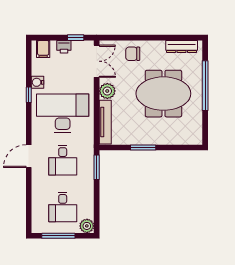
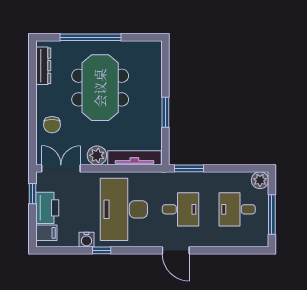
printer: (64, 47) -> (47, 208), width x1.87, depth x1.48
desk: (63, 207) -> (237, 209), turned 180

